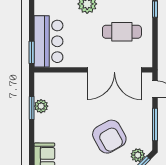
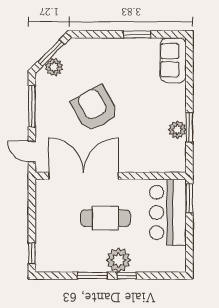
cafe table: (122, 32) -> (106, 218), moved
armchair: (109, 137) -> (95, 109), moved

